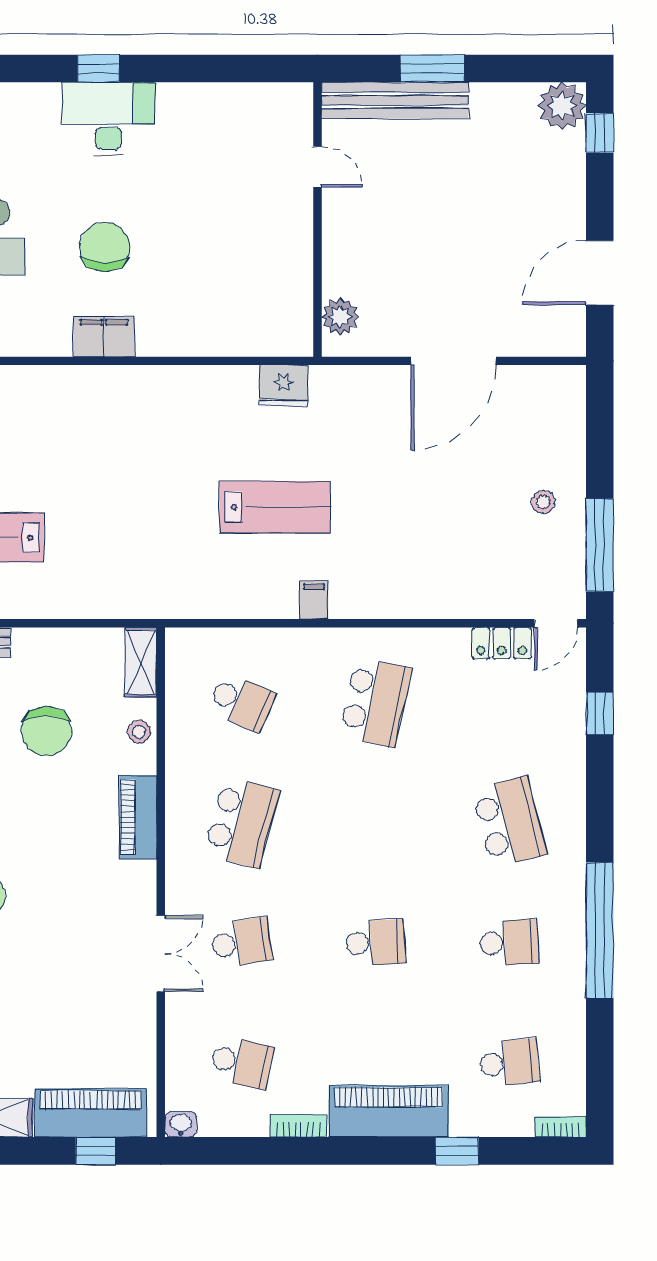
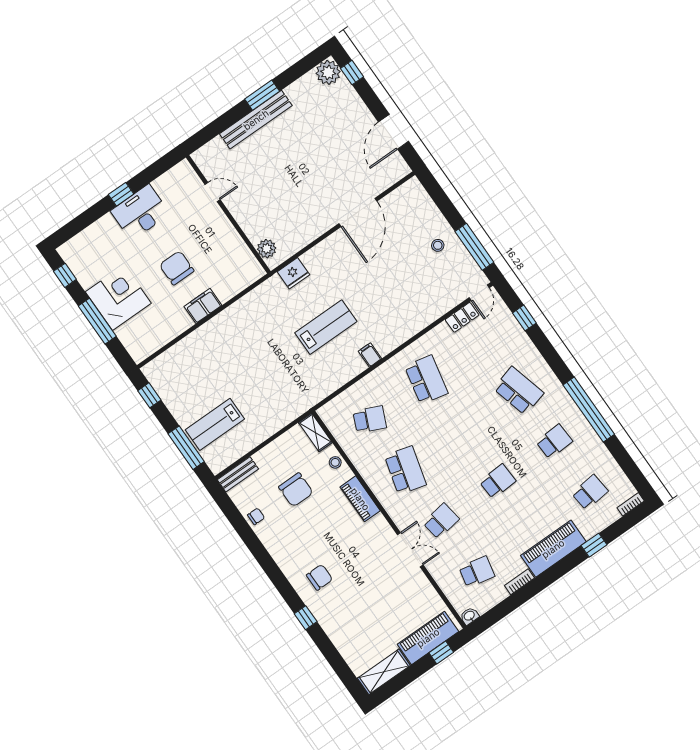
door: (317, 167) -> (213, 192), moved
wall: (317, 219) -> (228, 214), moved
plant: (340, 317) -> (267, 249), moved

